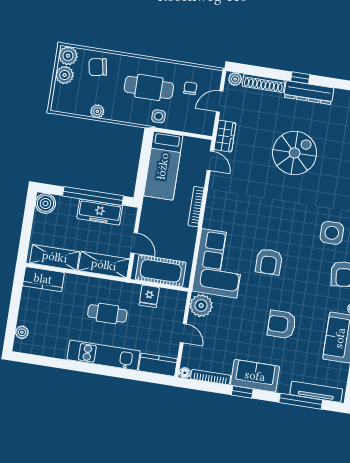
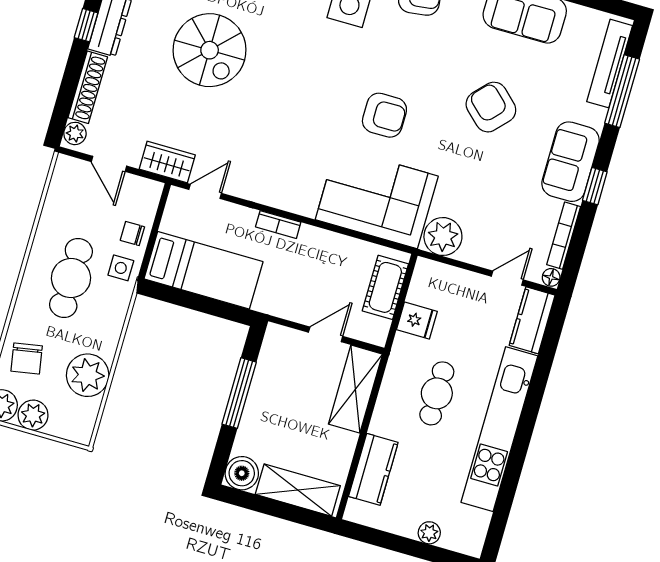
chair: (190, 88) -> (132, 234), moved
plant: (97, 111) -> (88, 375), width x1.88, depth x1.88
spiral stairs: (295, 153) -> (210, 50), turned 180
window: (93, 196) -> (239, 393), width x0.68
bookcase: (196, 207) -> (278, 225), width x0.64
freezer: (100, 212) -> (267, 385), removed
shelving: (55, 257) -> (298, 490), moved, turned 90
cot: (161, 271) -> (385, 287), width x0.73, depth x0.75
kitchen counter: (43, 279) -> (373, 469), moved
armchair: (282, 324) -> (491, 107), turned 133
plant: (22, 332) -> (429, 533), moved
door: (183, 333) -> (507, 278), moved
kitchen unit: (104, 355) -> (499, 429), width x1.36

